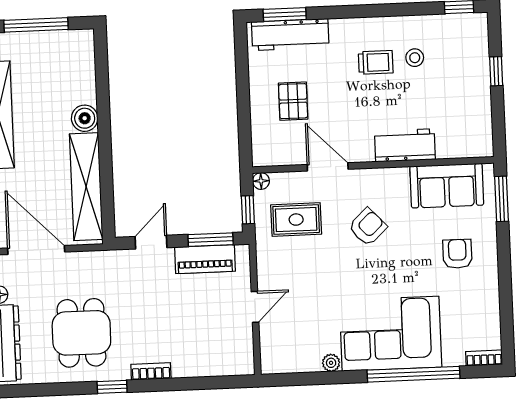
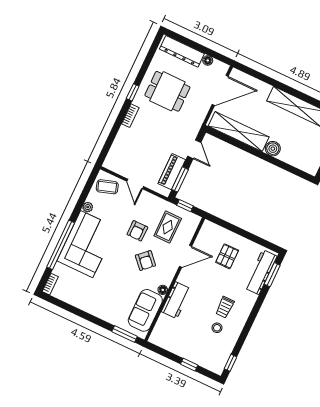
pallet: (293, 101) -> (227, 256), turned 90
floor lamp: (261, 181) -> (163, 290), moved
armchair: (457, 254) -> (137, 231), moved, turned 90
coffee table: (283, 349) -> (107, 187), added

